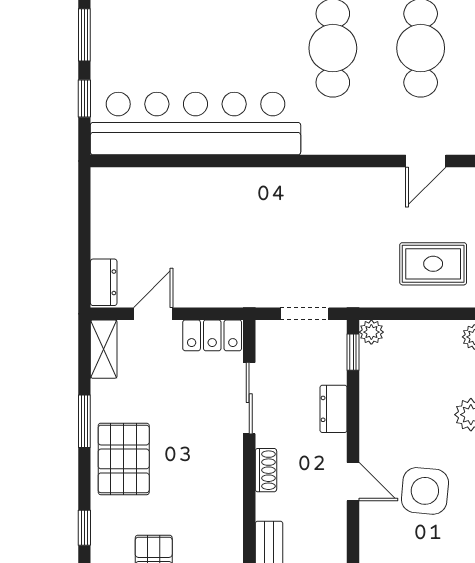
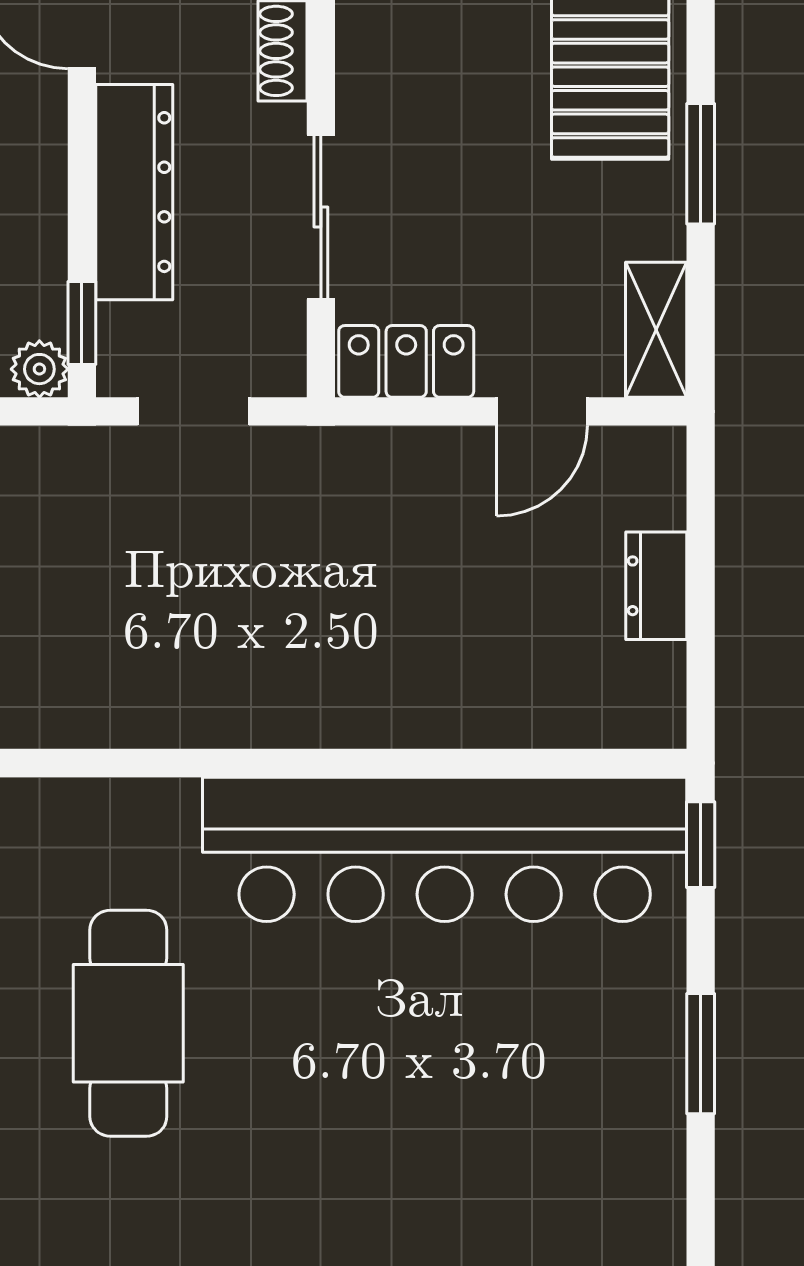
window: (84, 98) -> (701, 845), moved
dresser: (104, 282) -> (656, 586), moved
dresser: (333, 409) -> (134, 192), width x1.96, depth x1.24

